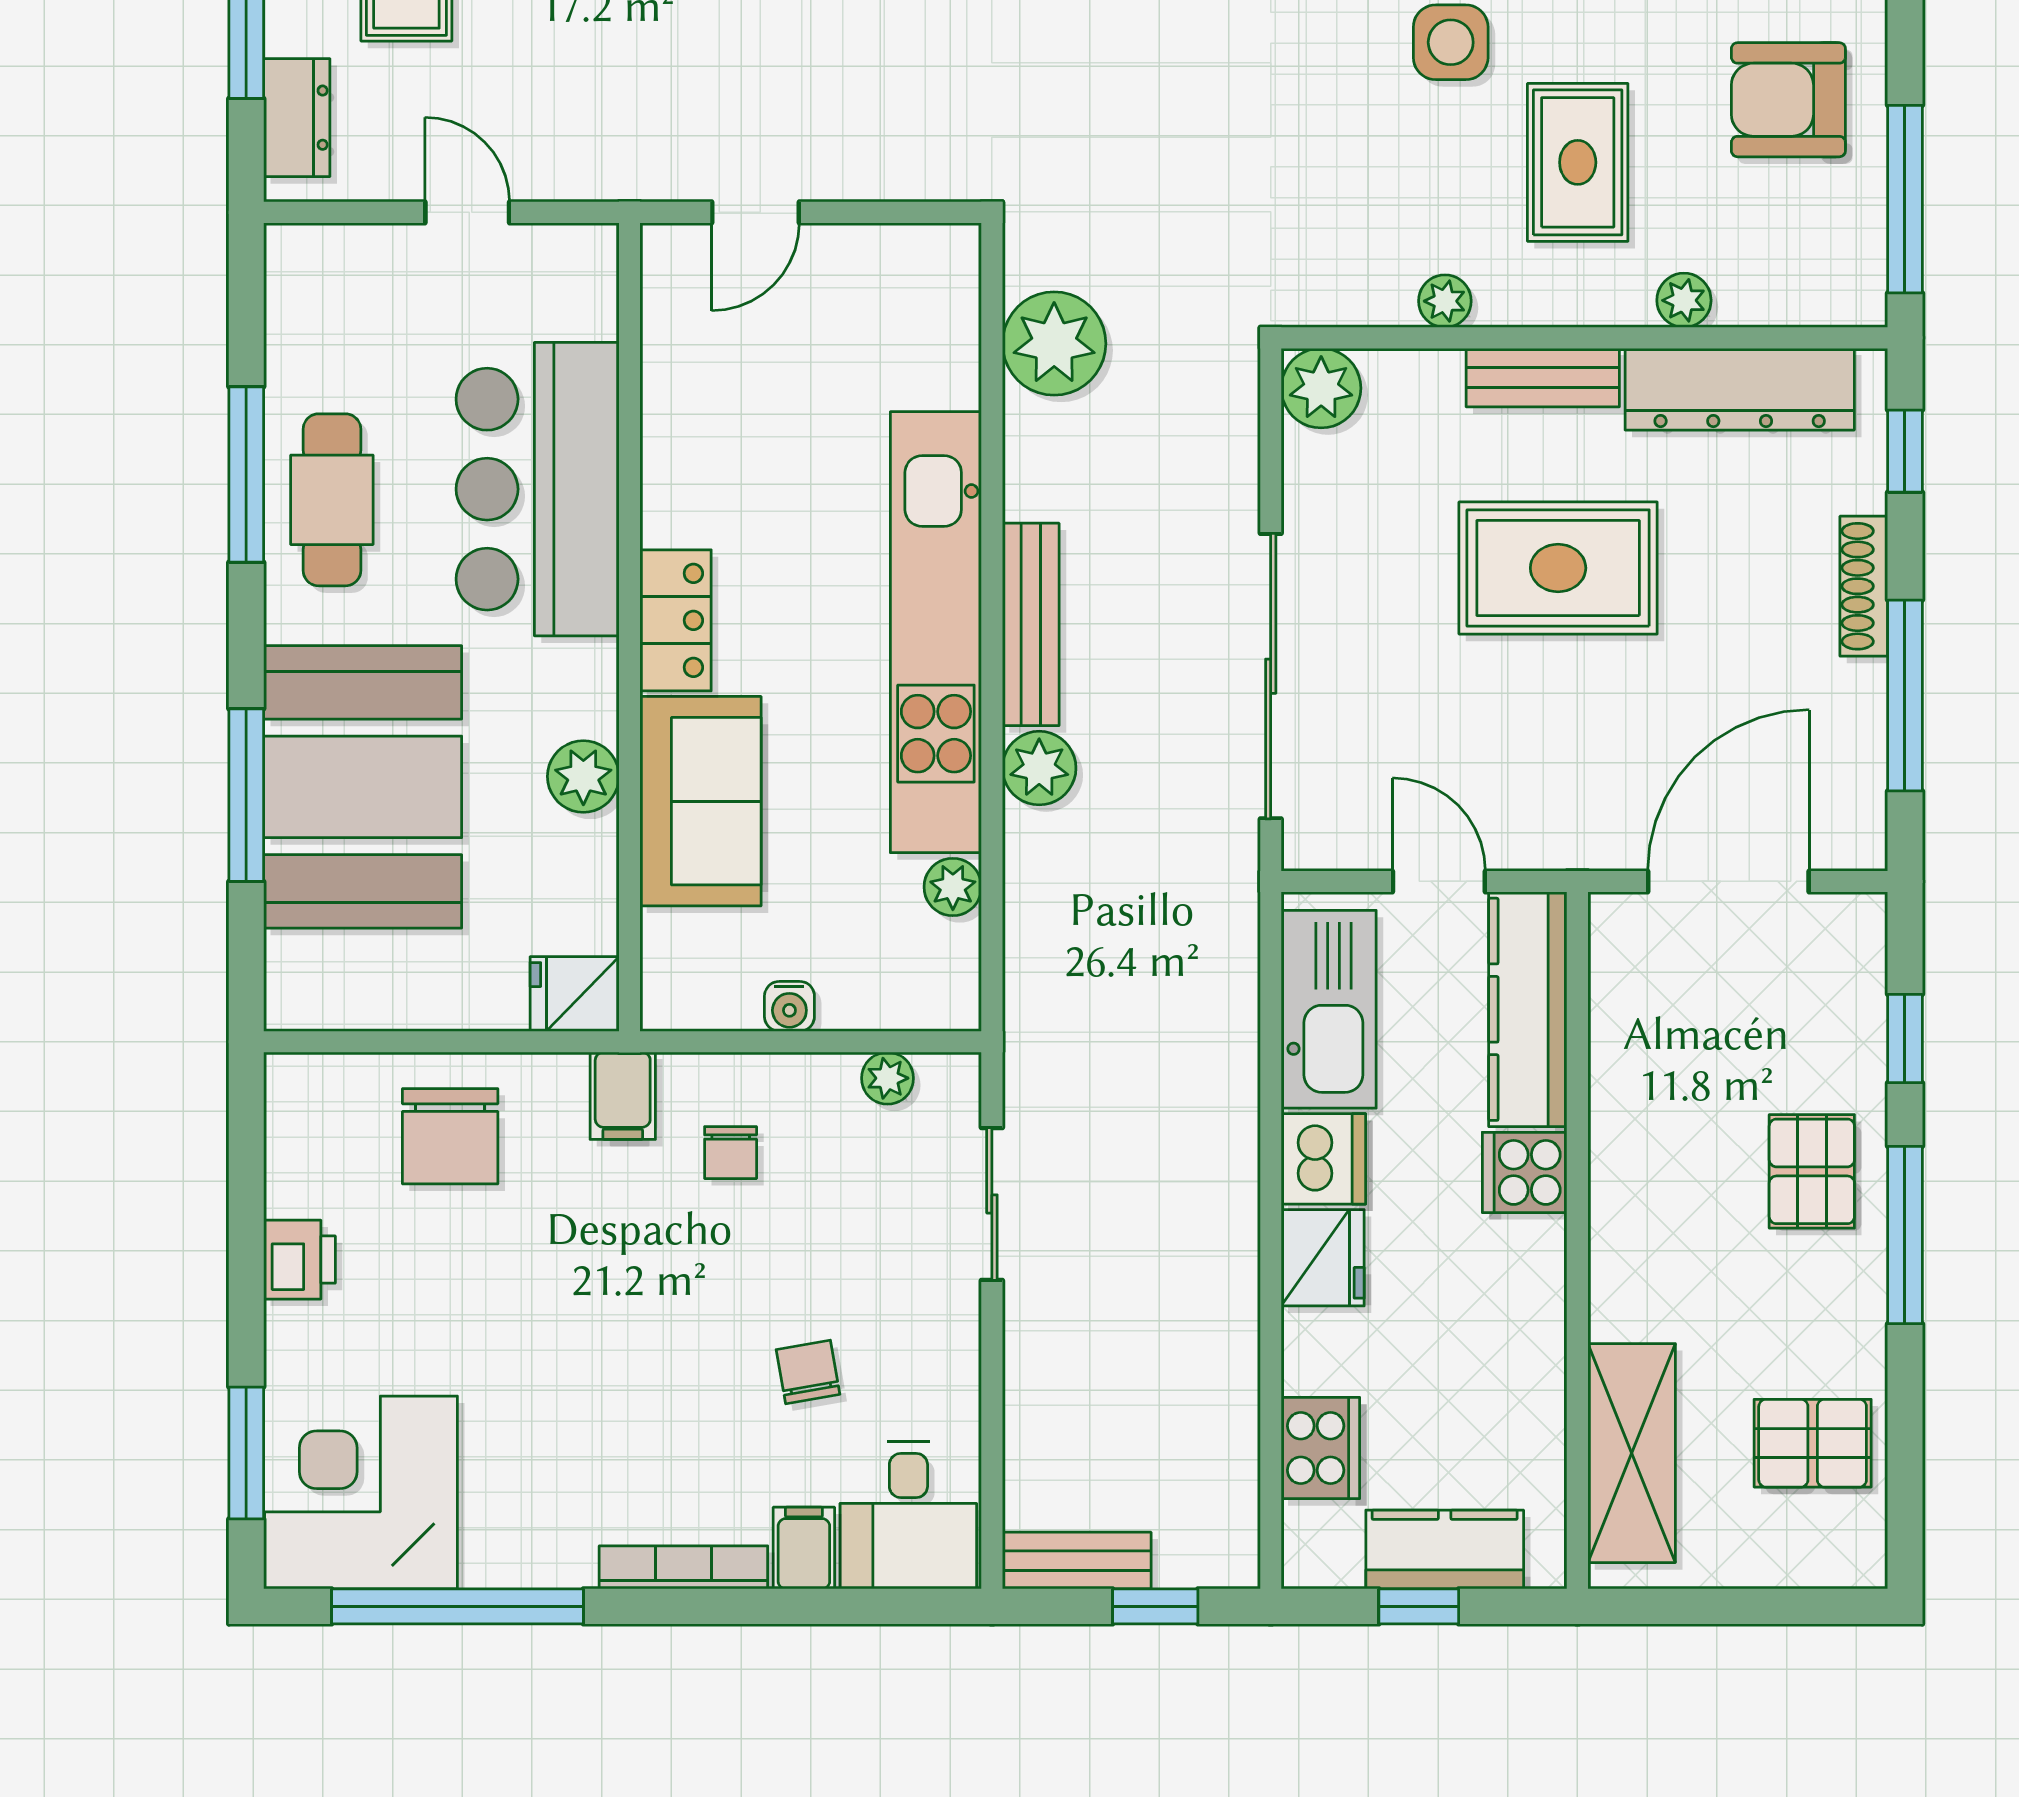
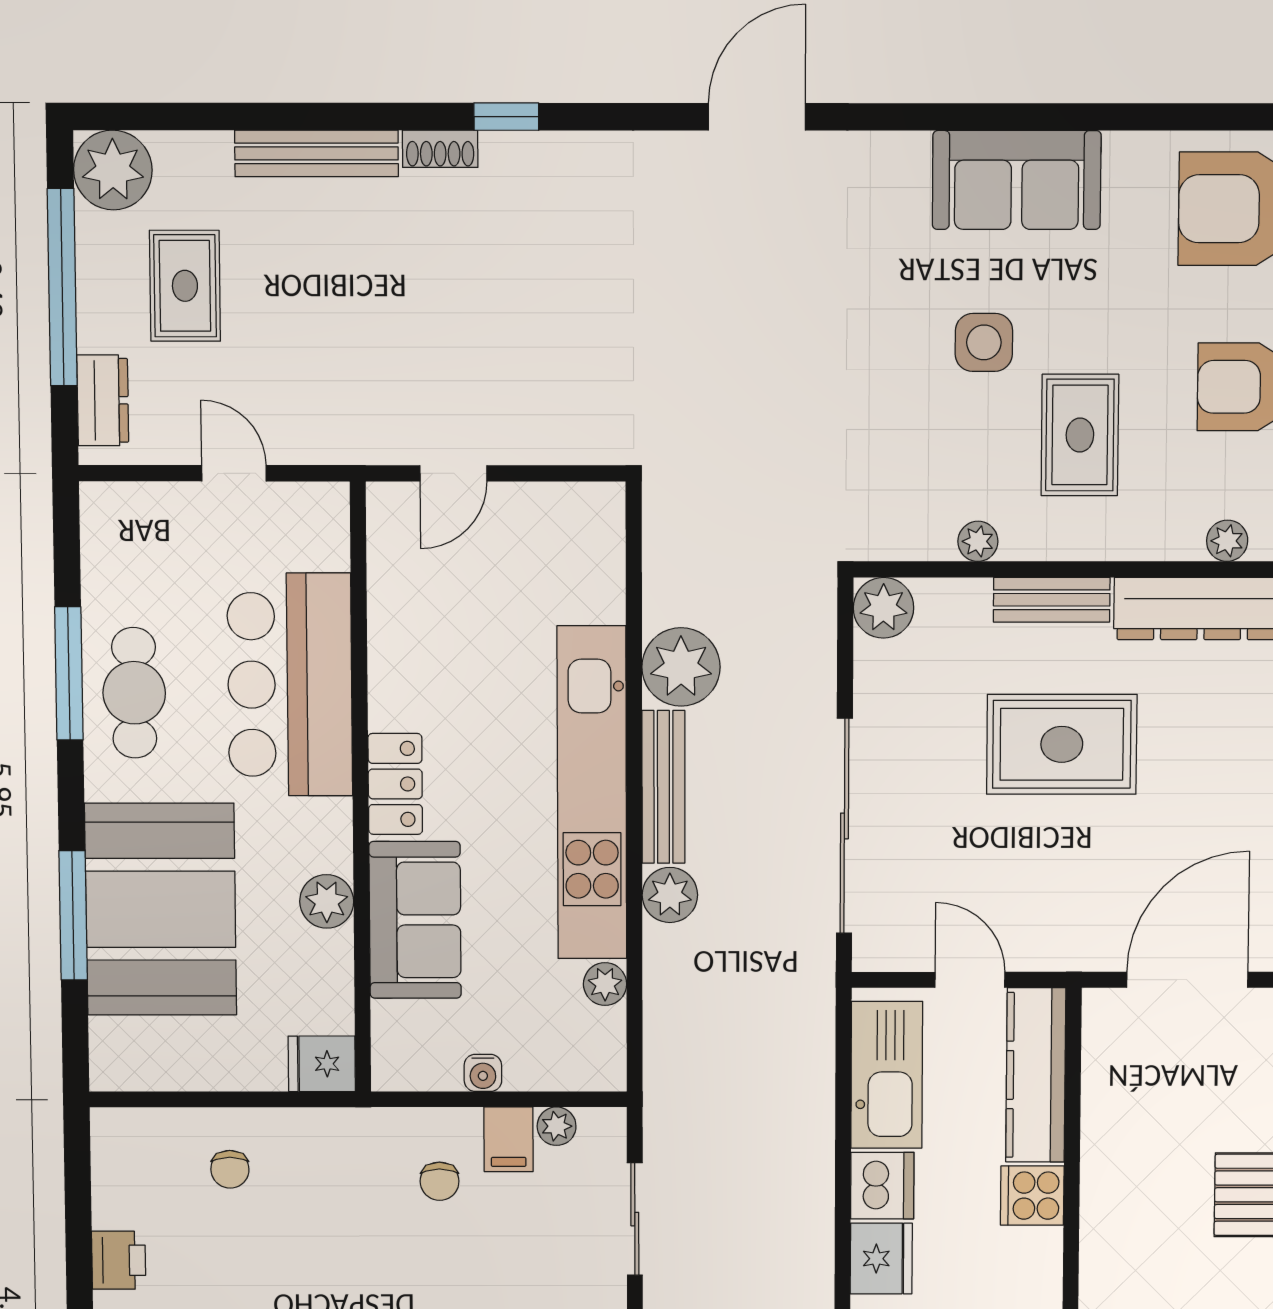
plant: (1684, 300) -> (1227, 541), moved
plant: (1054, 344) -> (681, 667), moved
filing cabinet: (623, 1096) -> (509, 1139), moved
chair: (450, 1136) -> (230, 1169), width x0.54, depth x0.54

